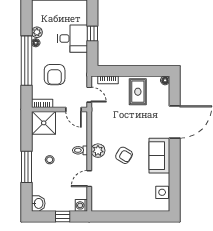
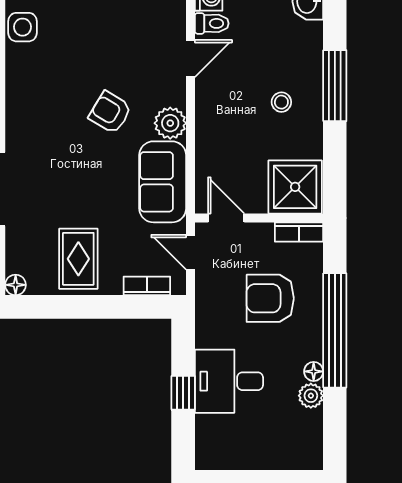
armchair: (55, 75) -> (270, 298), turned -90
toilet: (80, 150) -> (212, 23), moved
sofa: (159, 156) -> (163, 182), moved, turned 180

